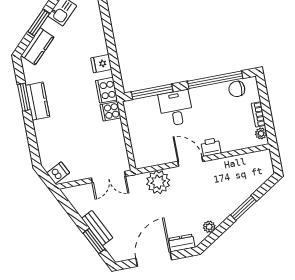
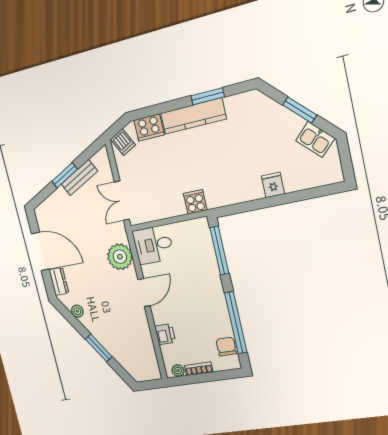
kitchen counter: (38, 46) -> (270, 110), removed
fridge: (101, 64) -> (273, 185), moved
cooker: (107, 90) -> (149, 127), moved, turned 180
kitchen counter: (38, 101) -> (193, 116), width x1.50
desk: (176, 108) -> (153, 245), moved, turned 180
printer: (211, 147) -> (165, 334), moved
bench: (97, 228) -> (79, 178), moved
window: (94, 241) -> (65, 175), moved

